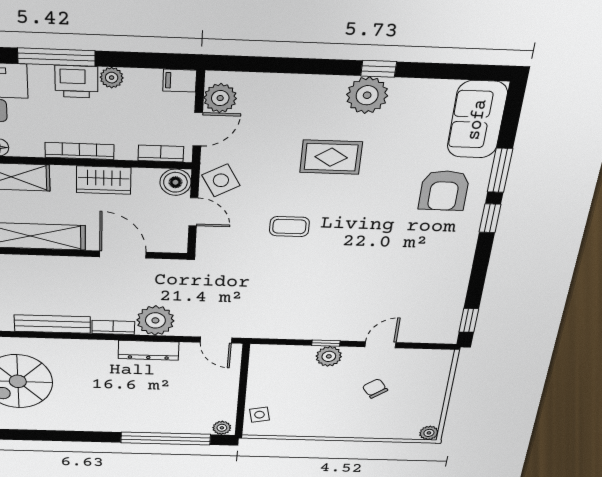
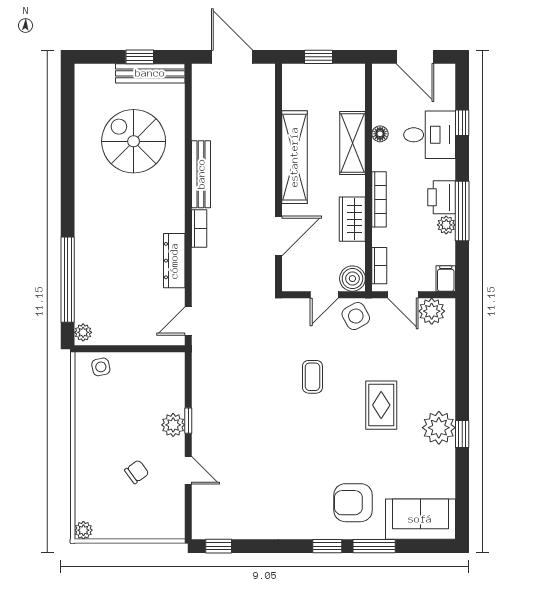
window: (56, 57) -> (462, 211), moved
plant: (155, 320) -> (208, 266), removed

